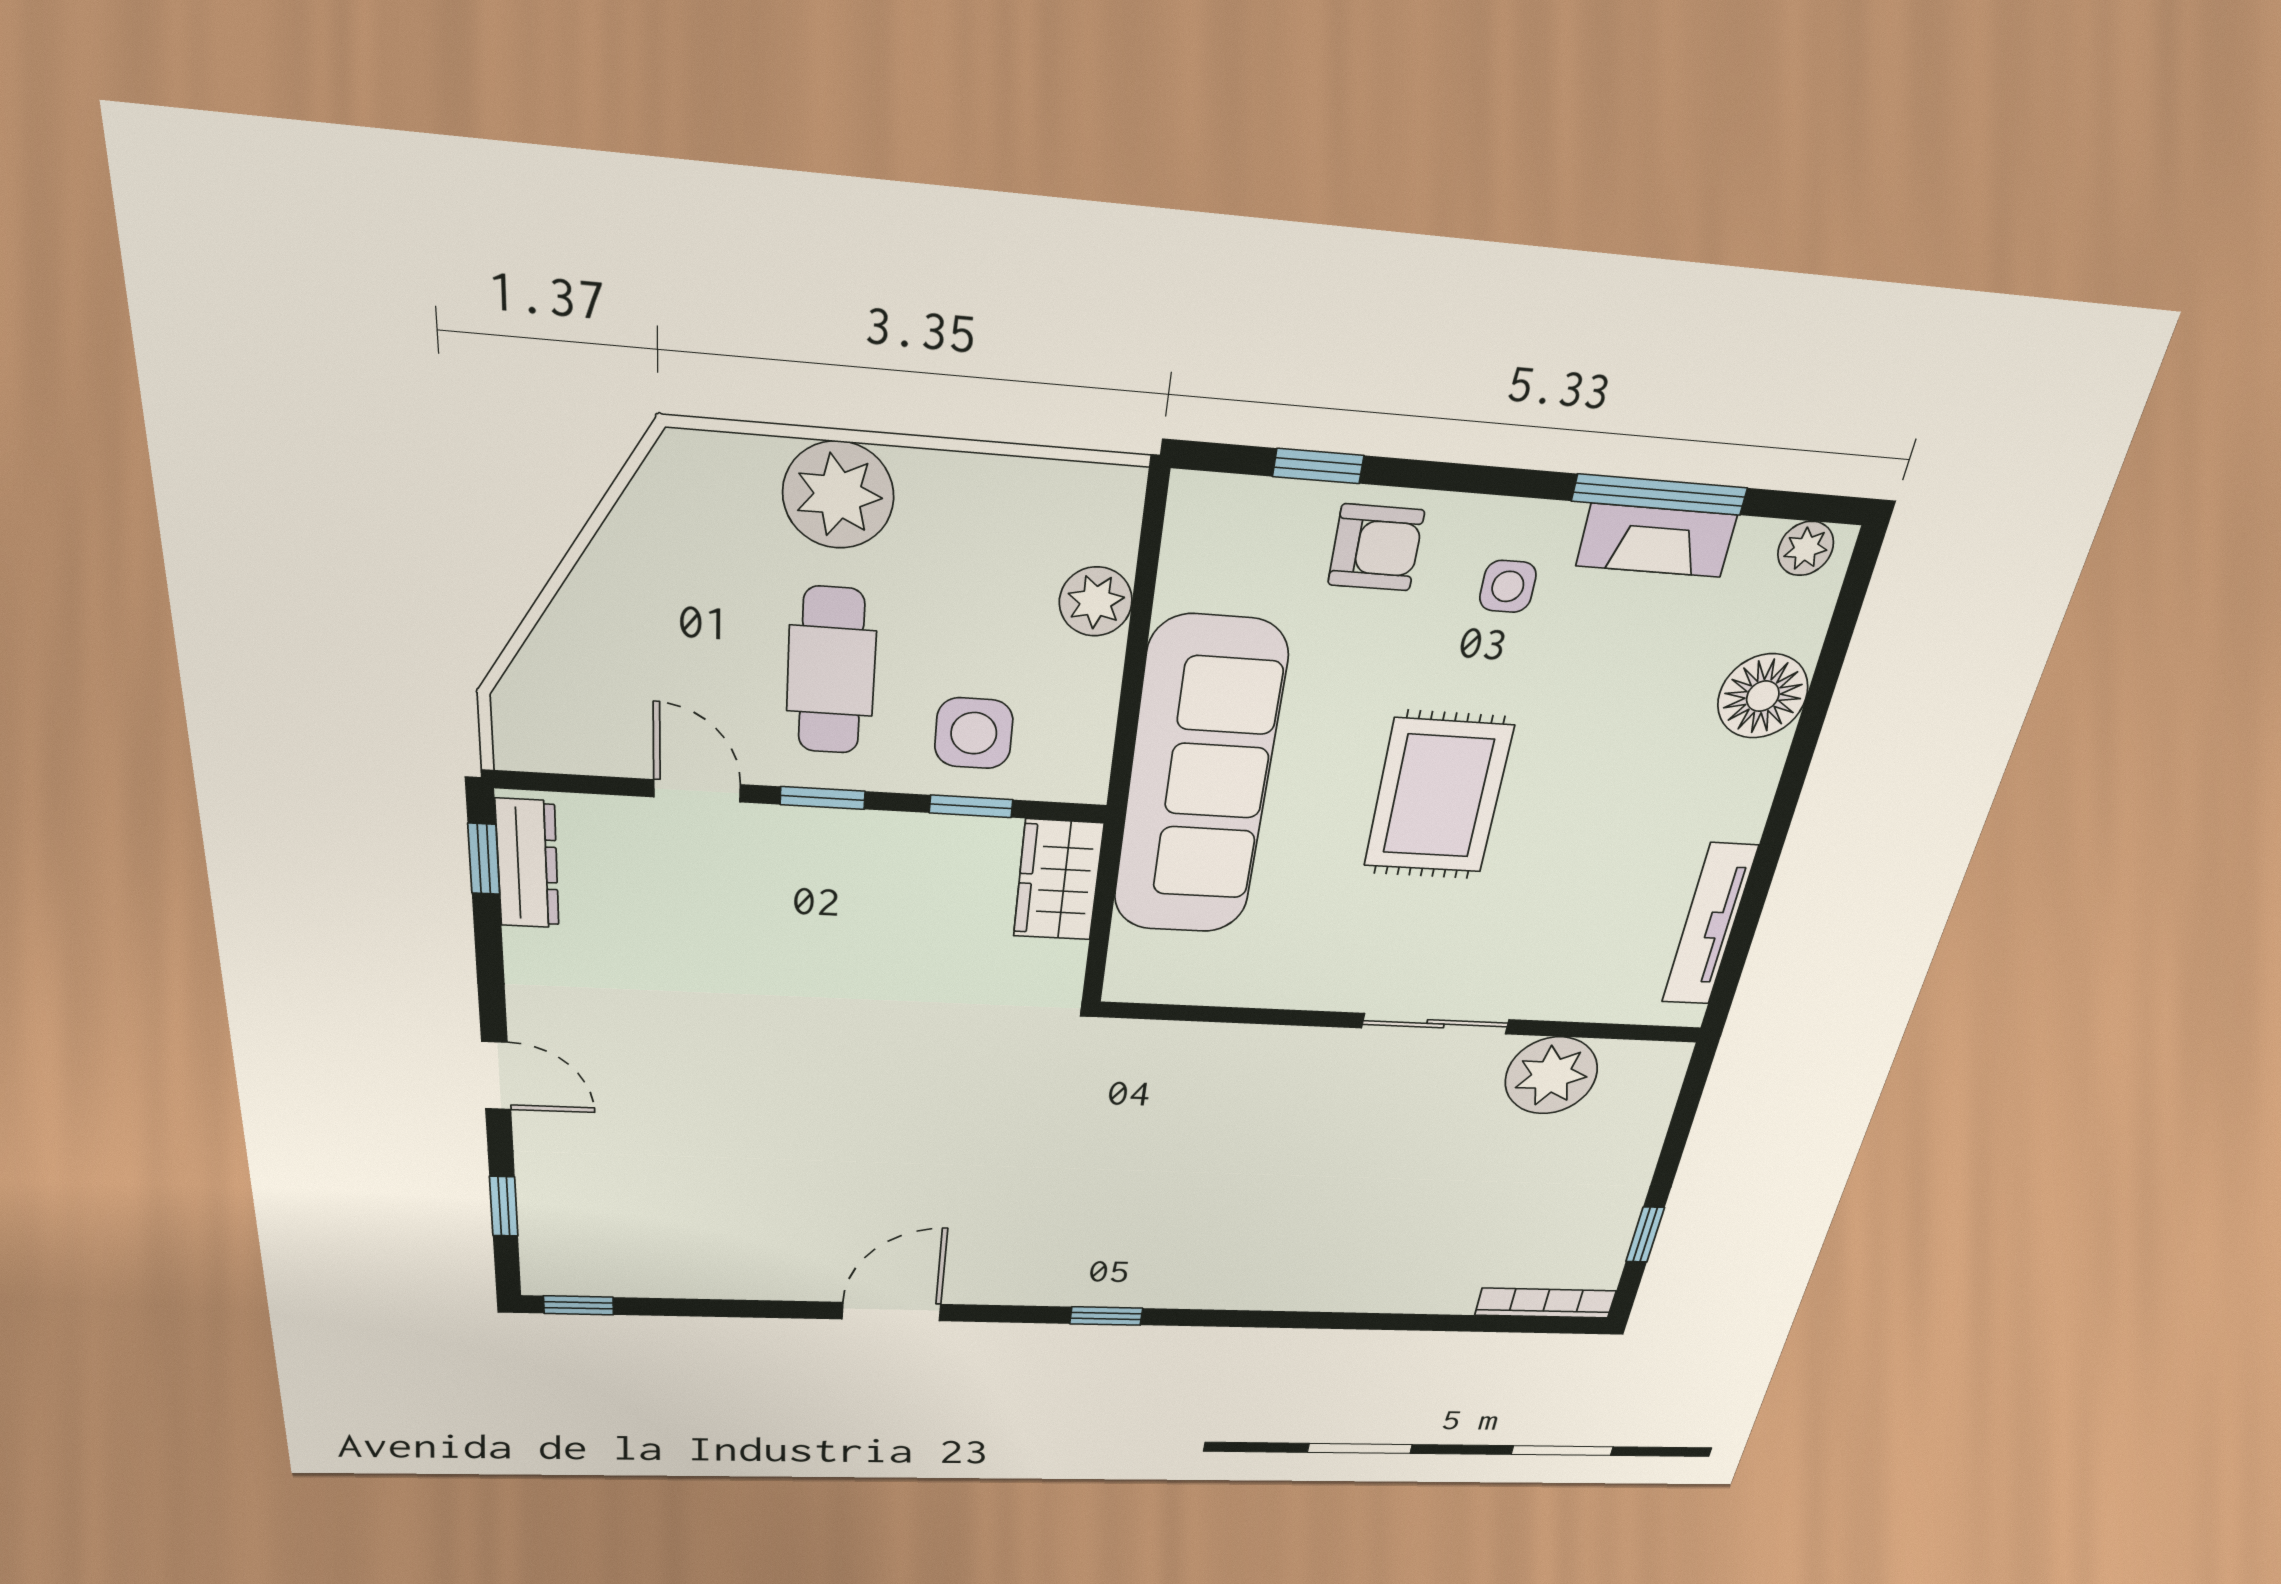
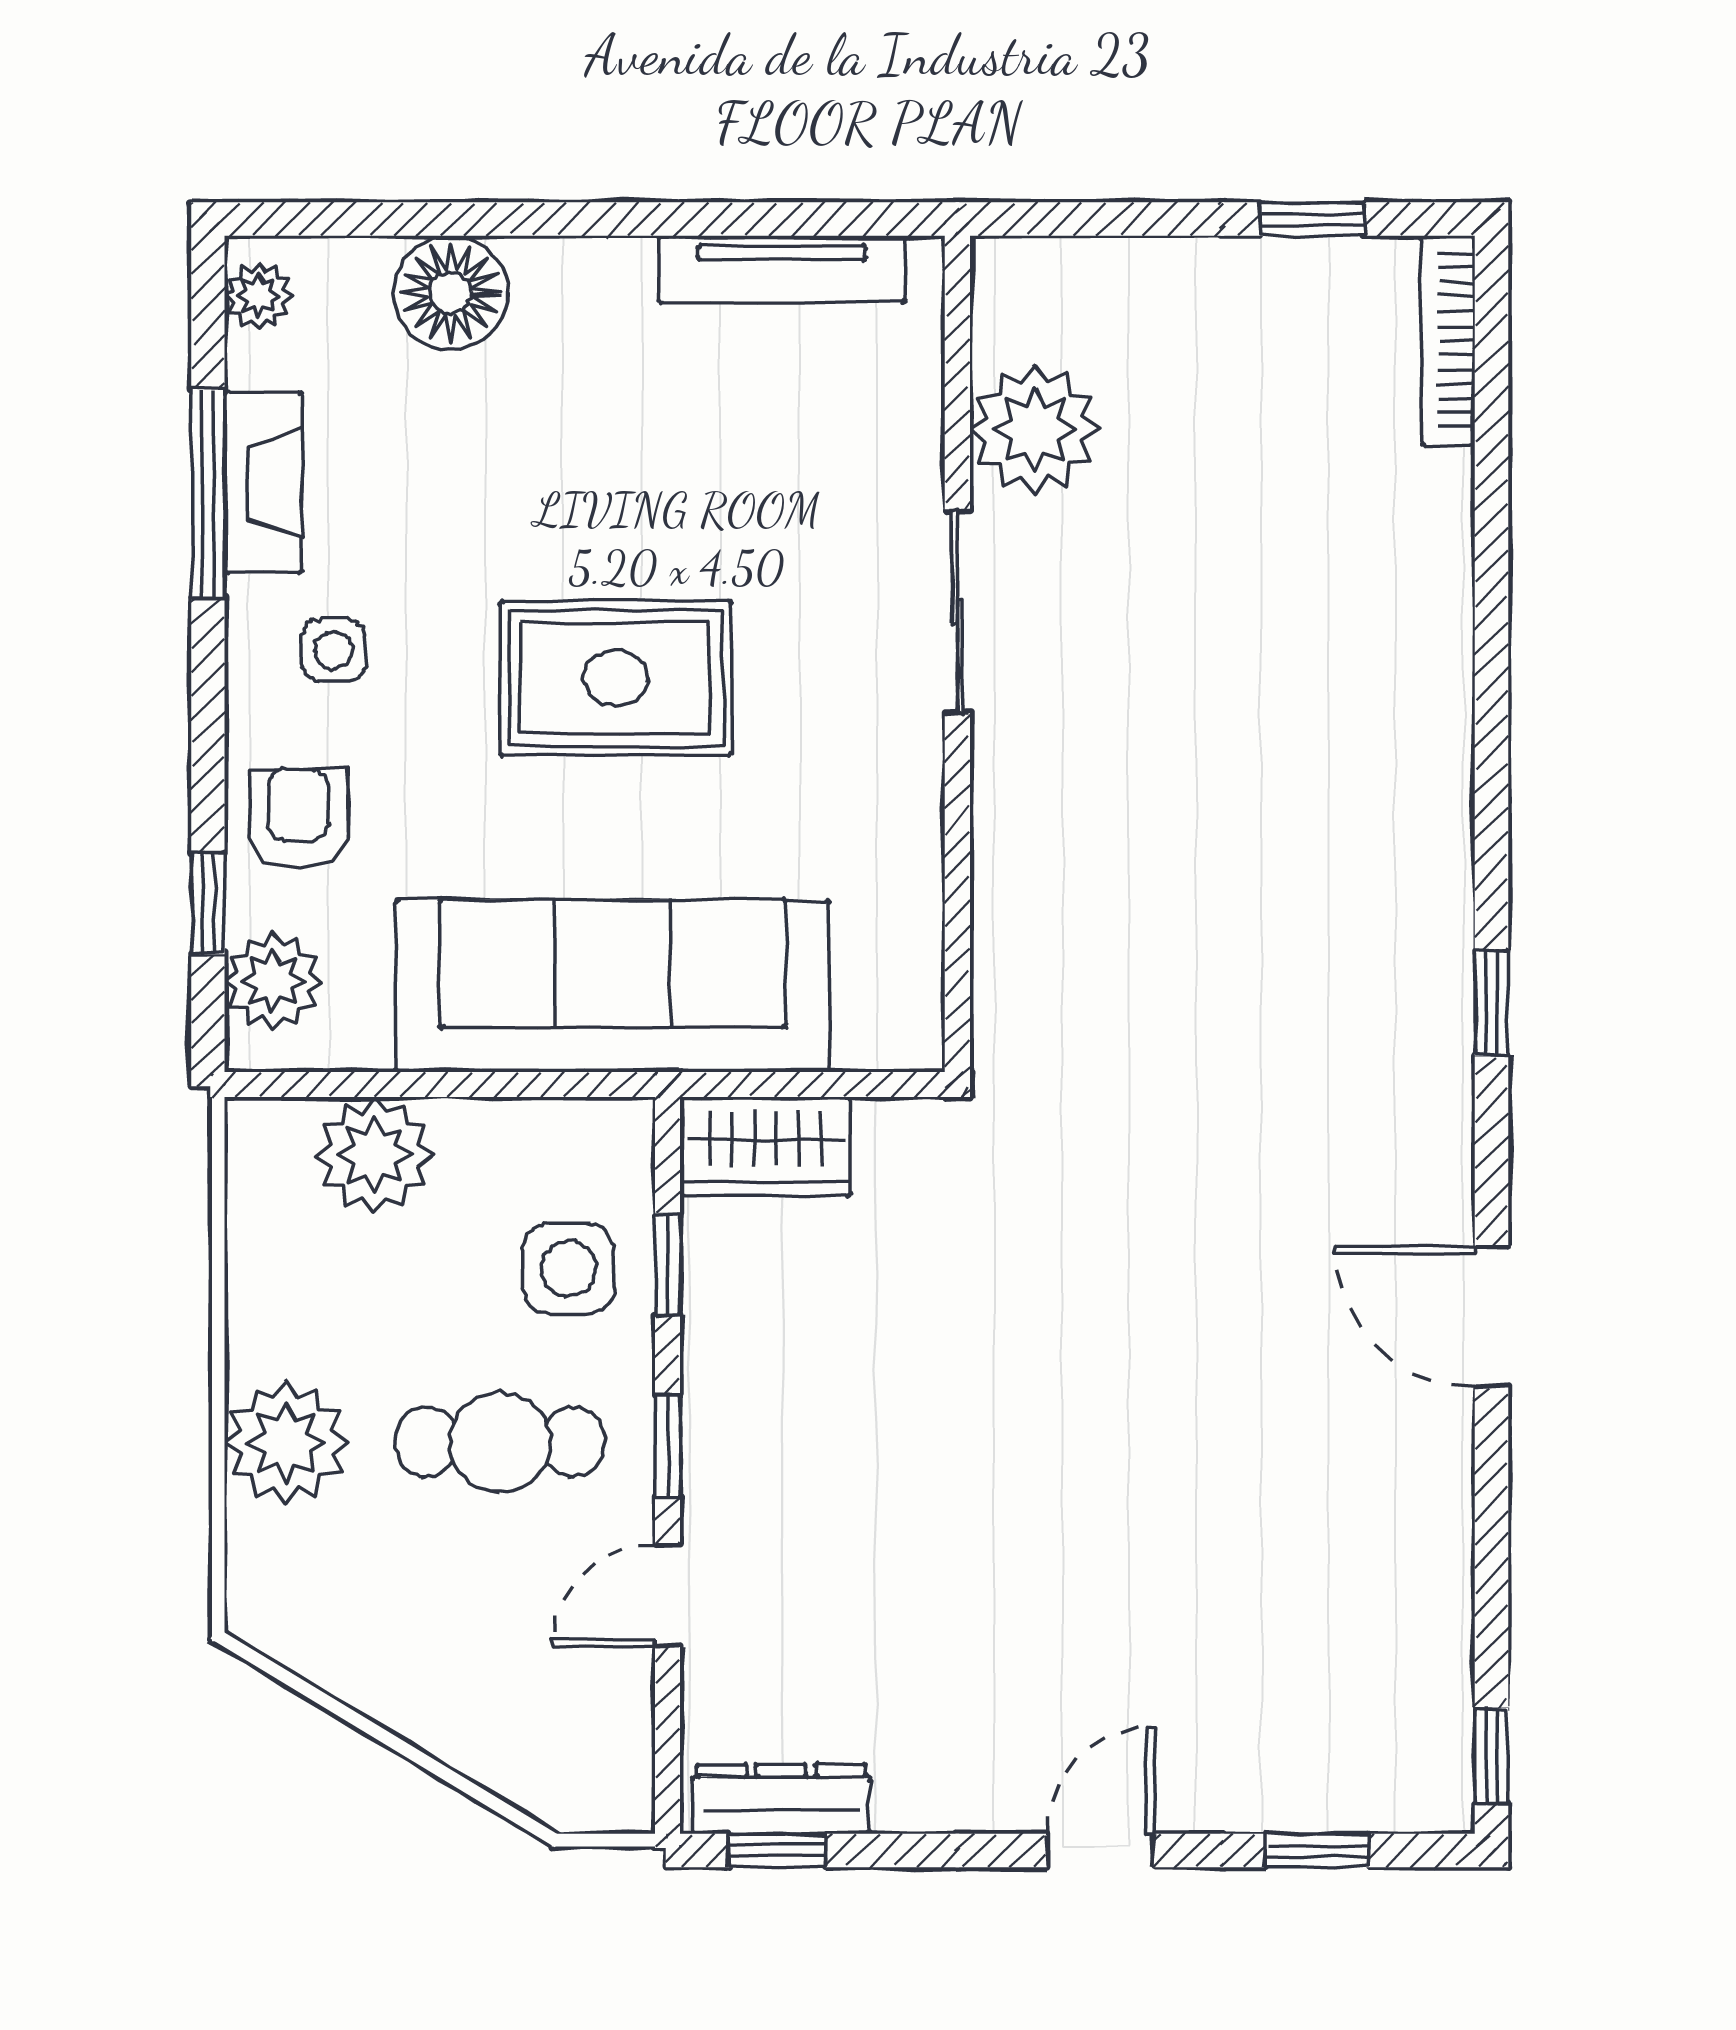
plant: (1243, 516) -> (273, 981), added
plant: (1096, 602) -> (374, 1155), width x1.36, depth x1.36

